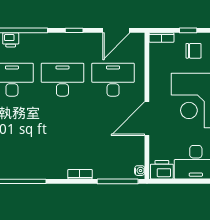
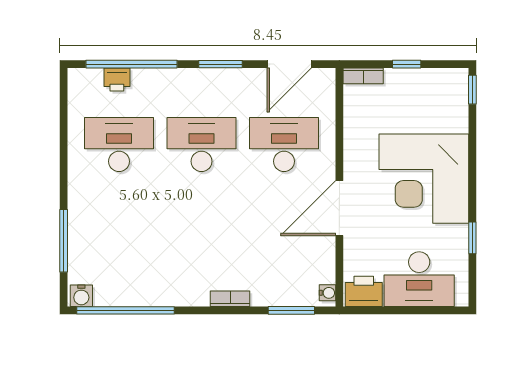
window: (74, 30) -> (220, 64), width x1.50
chair: (193, 51) -> (415, 97), removed
window: (118, 181) -> (291, 310), width x0.69

